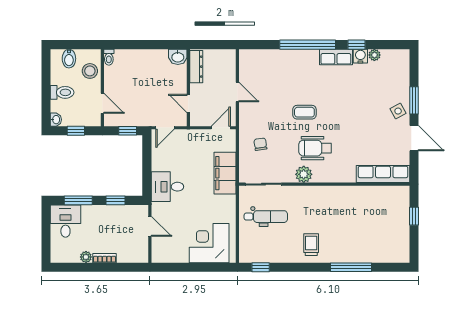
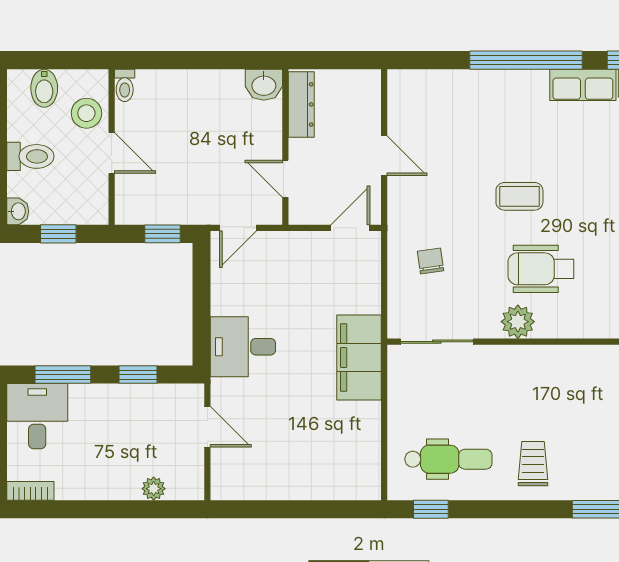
door: (102, 103) -> (112, 153), moved
filing cabinet: (225, 173) -> (359, 358), moved
dental chair: (266, 217) -> (448, 459), moved
corner desk: (209, 243) -> (327, 461), removed
plant: (86, 257) -> (154, 489), moved
bookcase: (105, 258) -> (30, 491), moved

